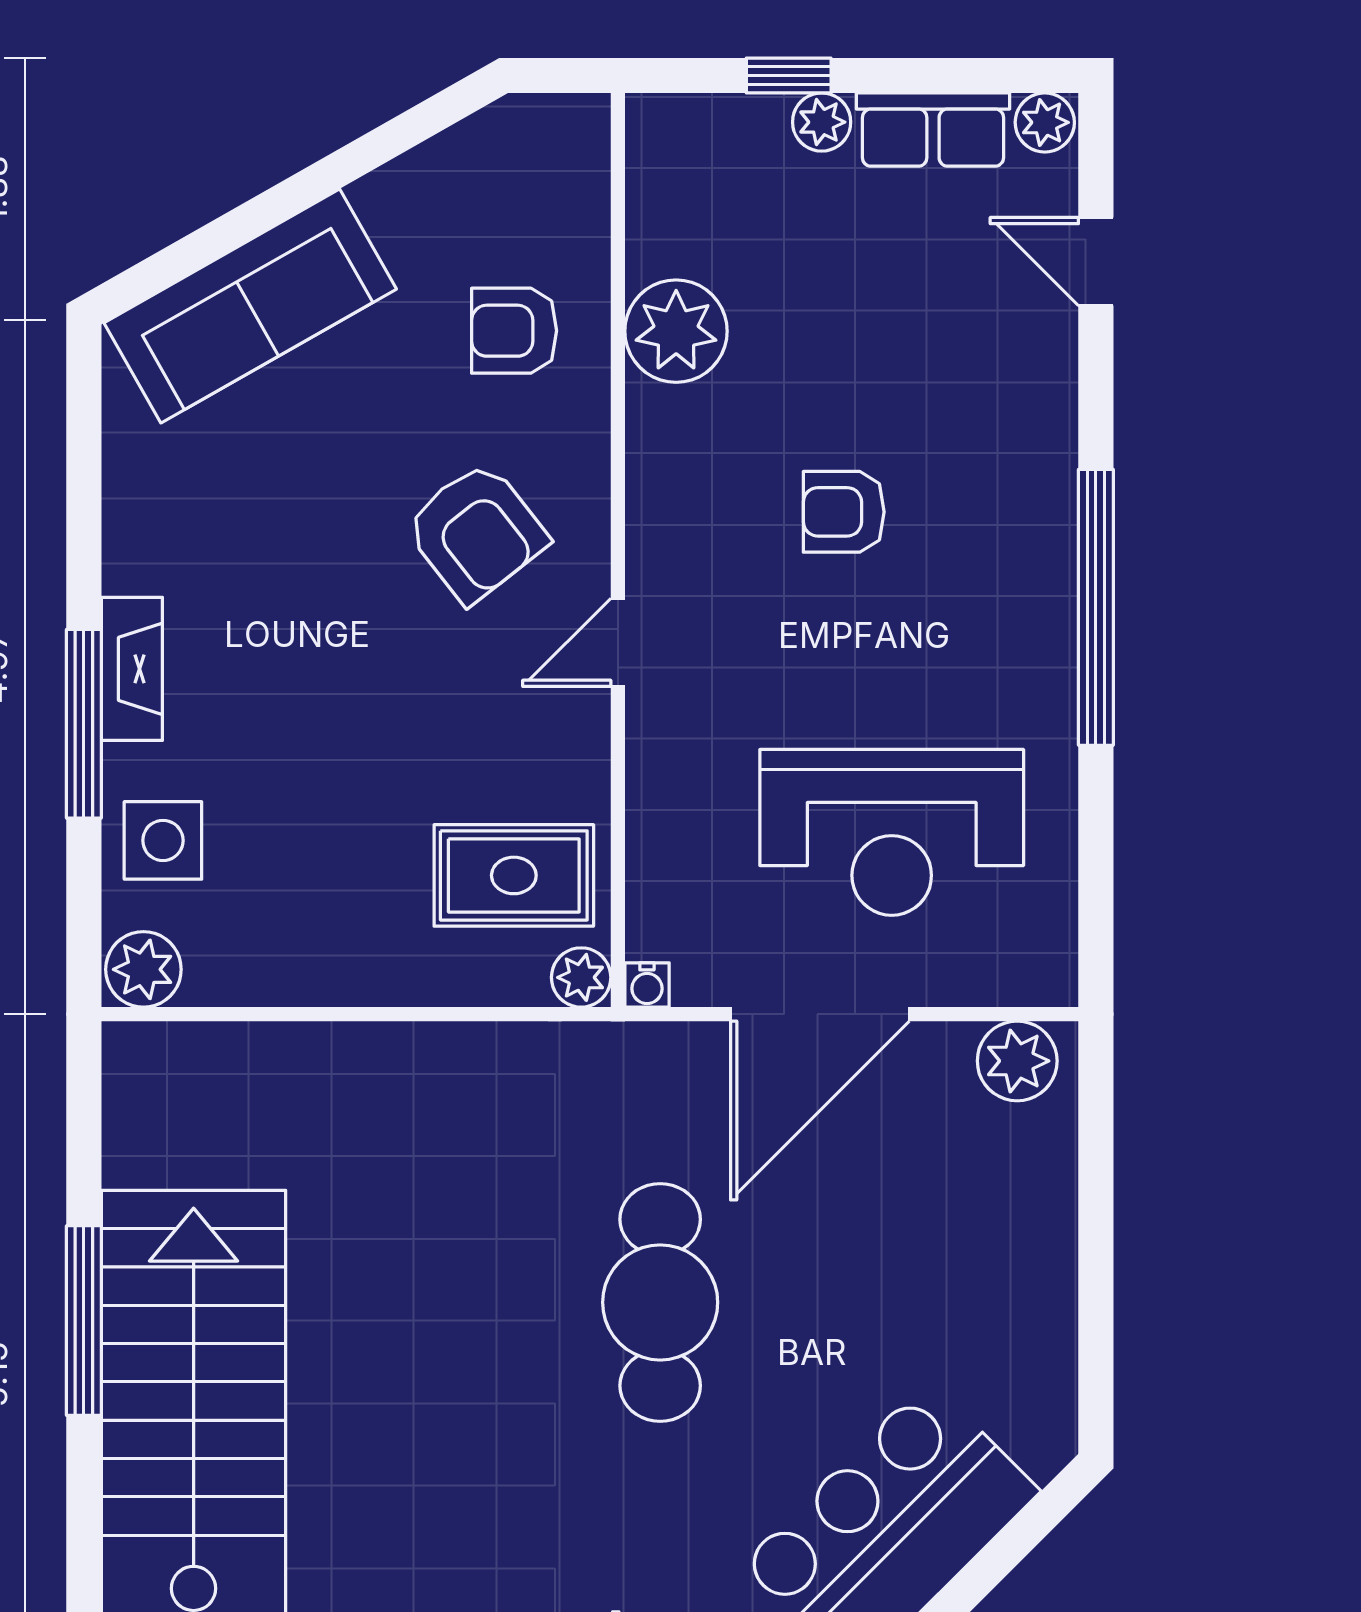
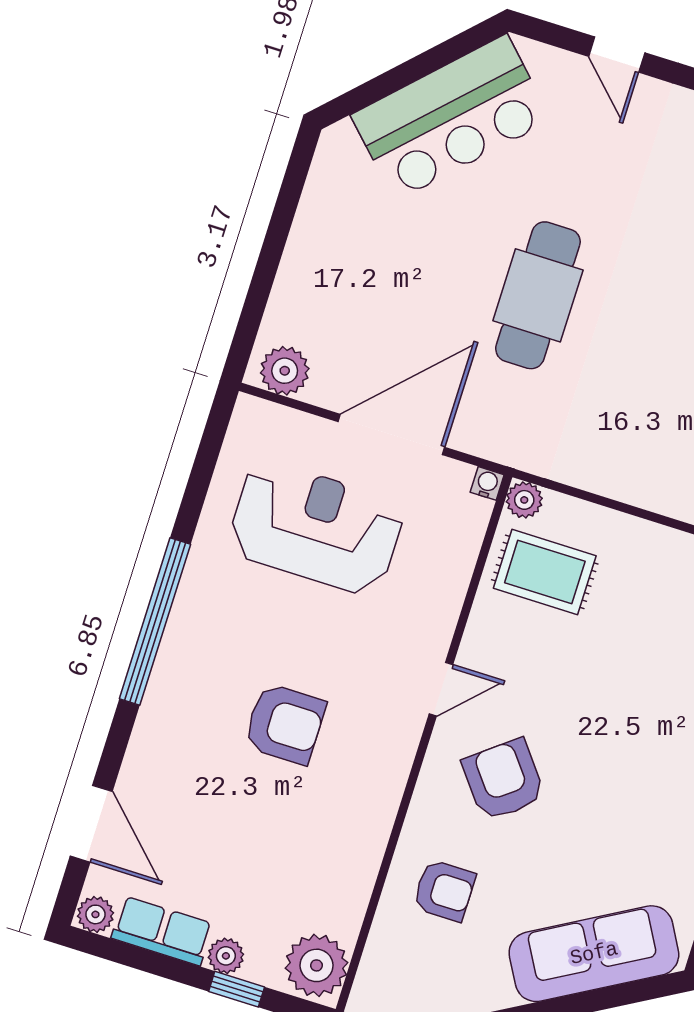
door: (1096, 262) -> (91, 824), width x1.38
plant: (676, 331) -> (316, 965), moved
armchair: (844, 512) -> (285, 724), width x1.38, depth x1.38

